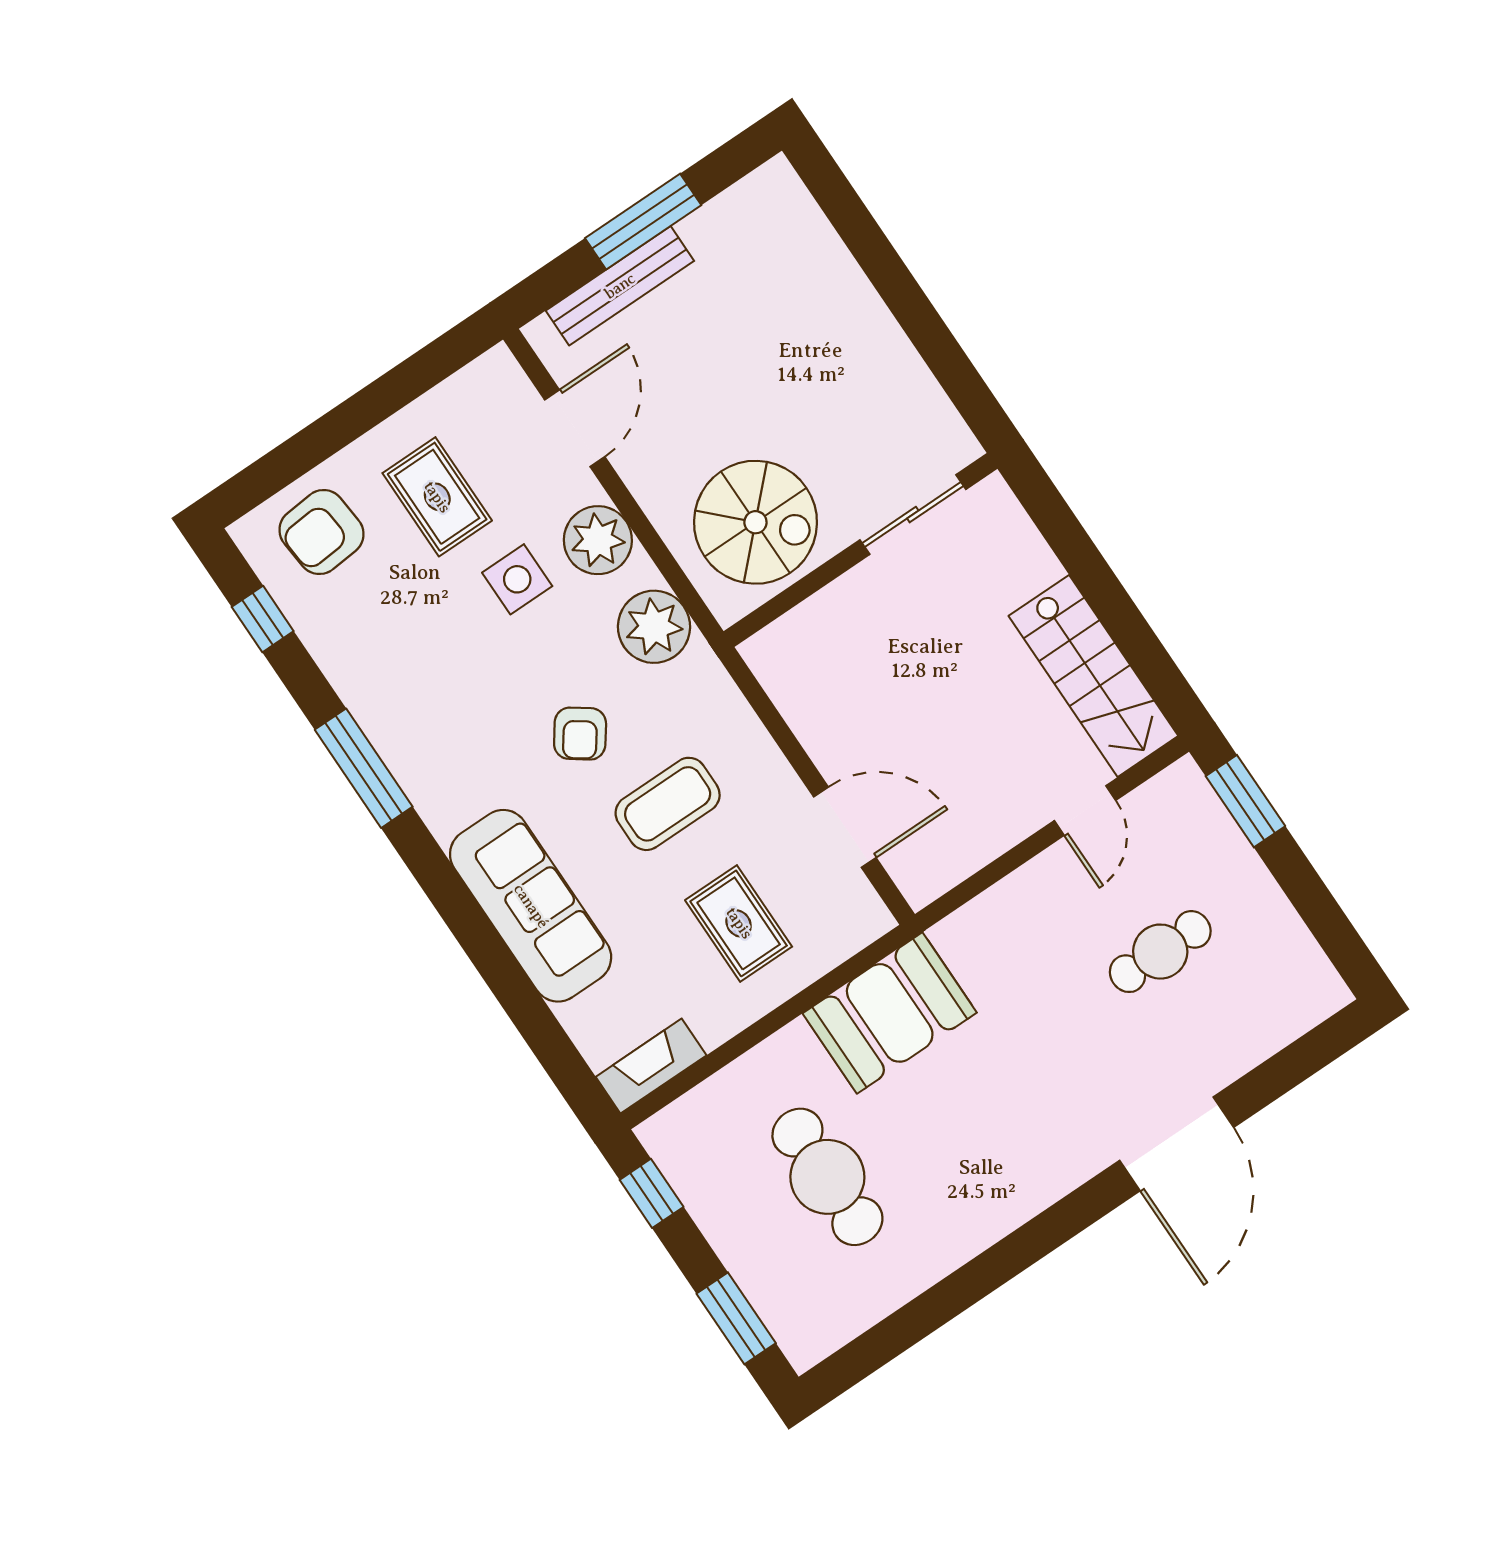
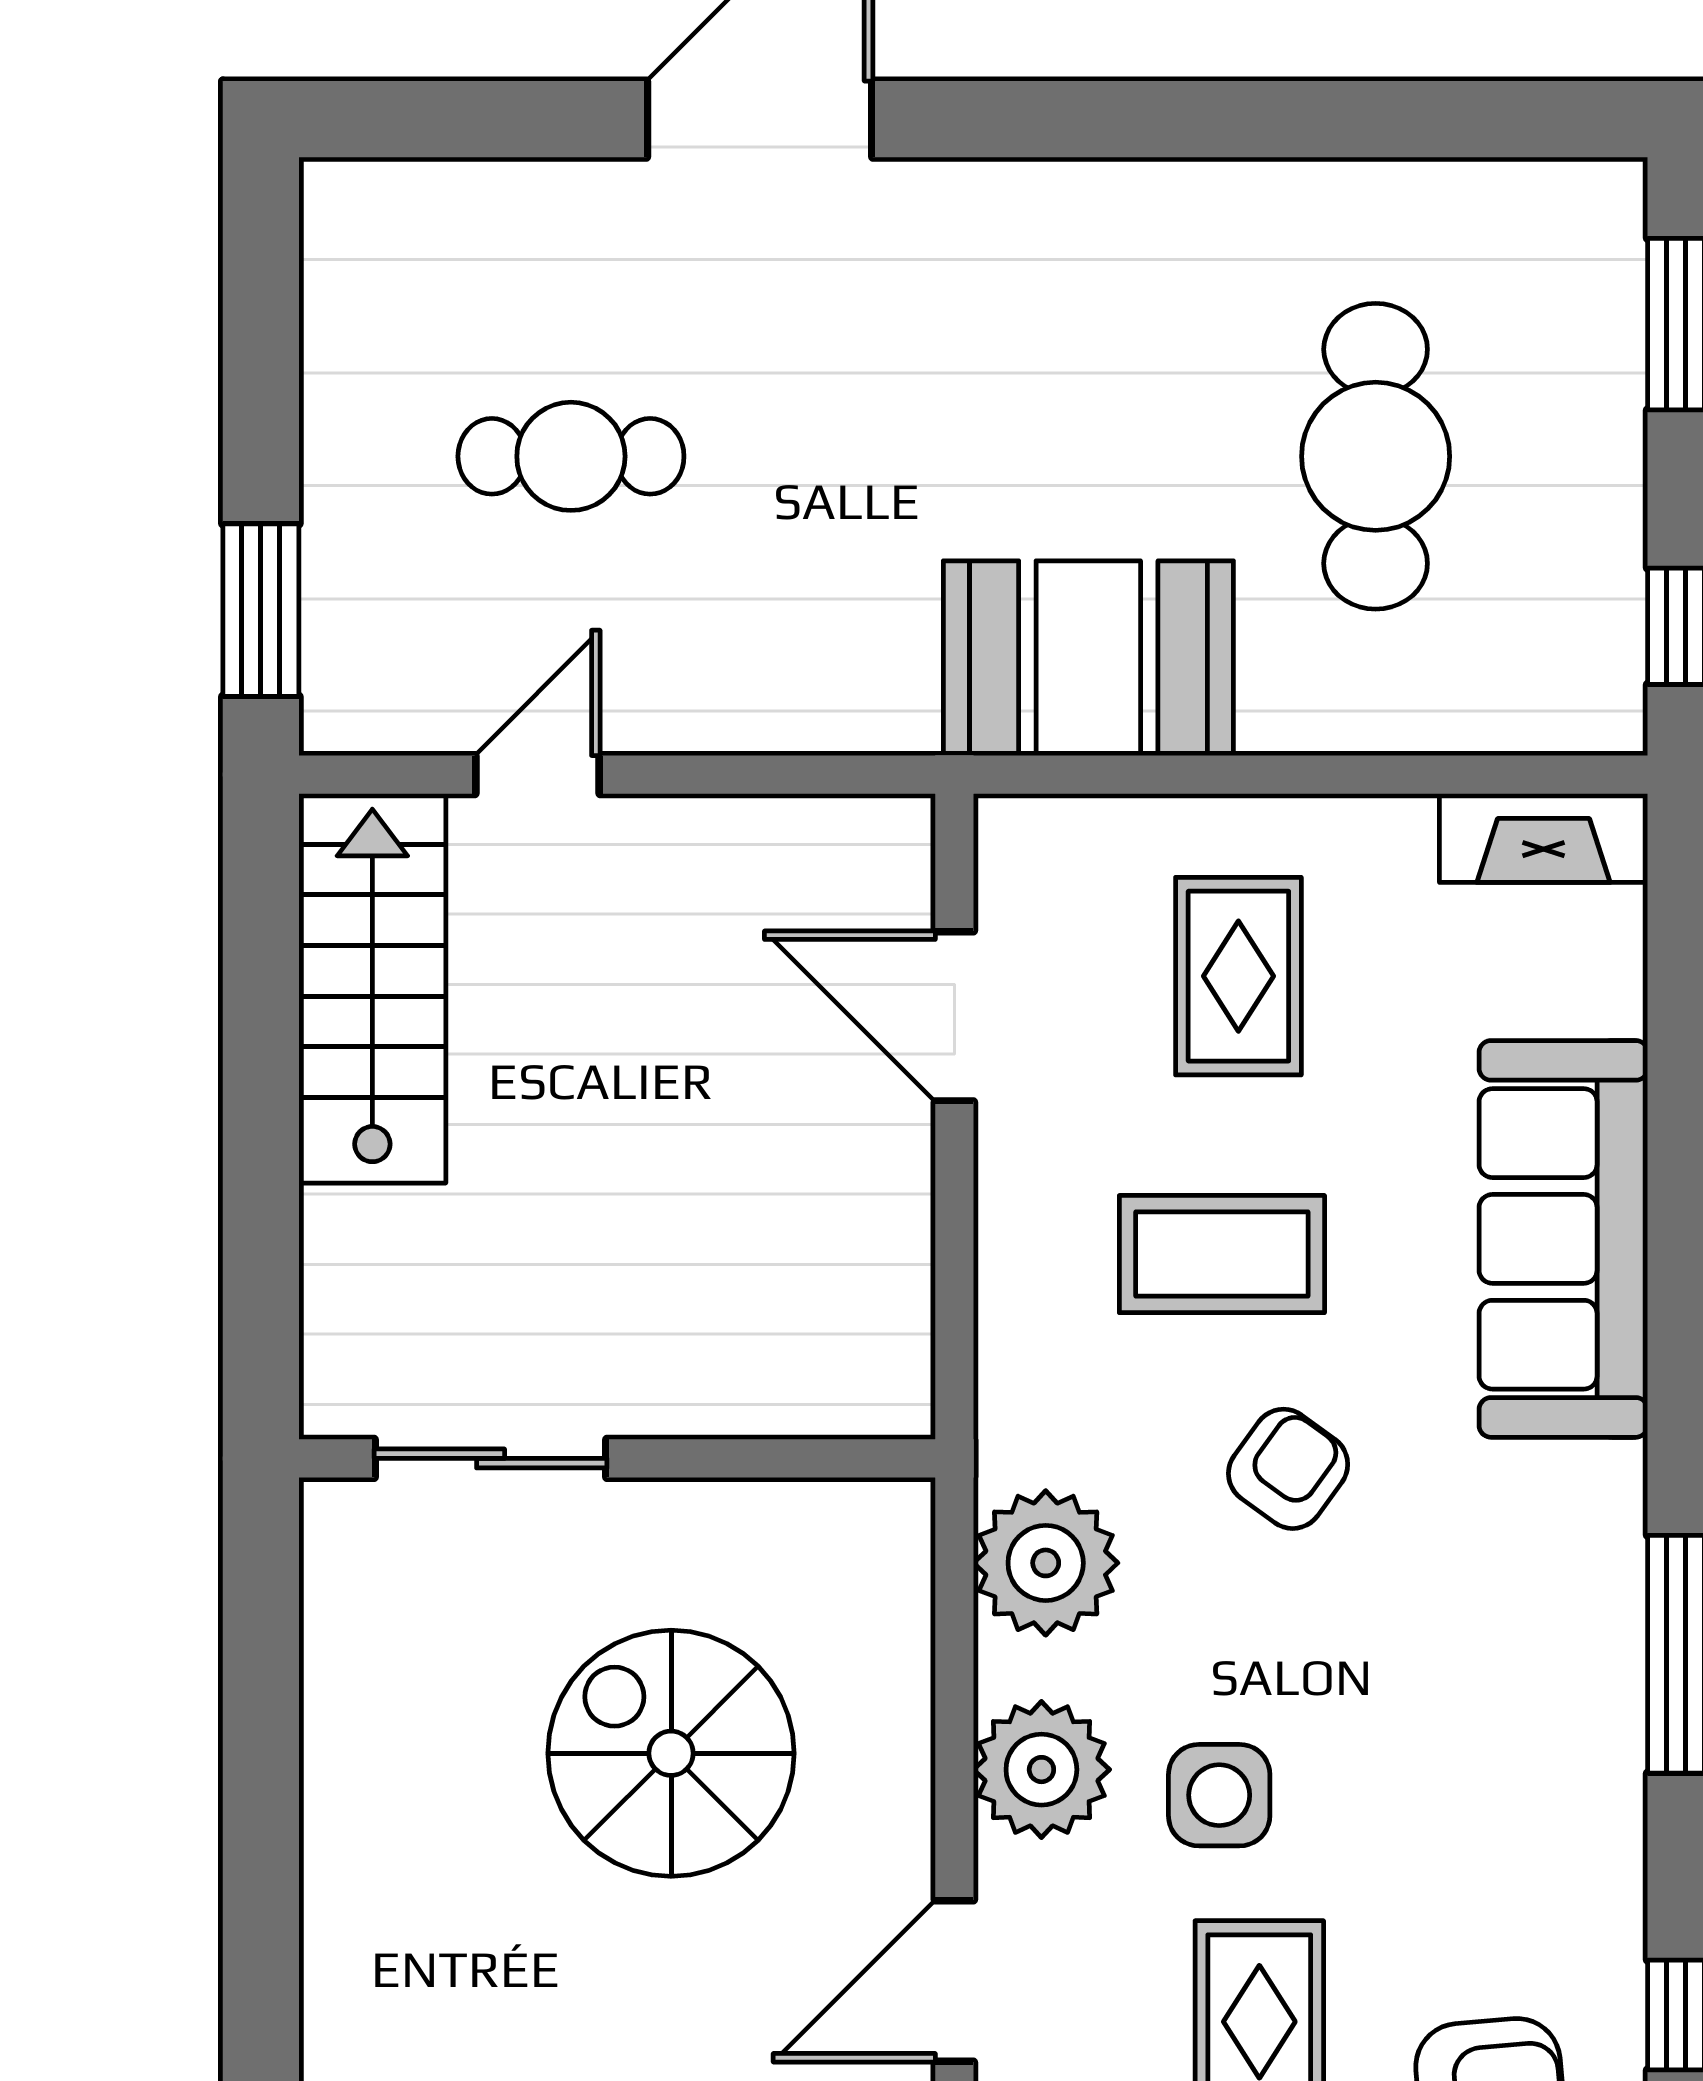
spiral stairs: (755, 522) -> (671, 1753), moved

